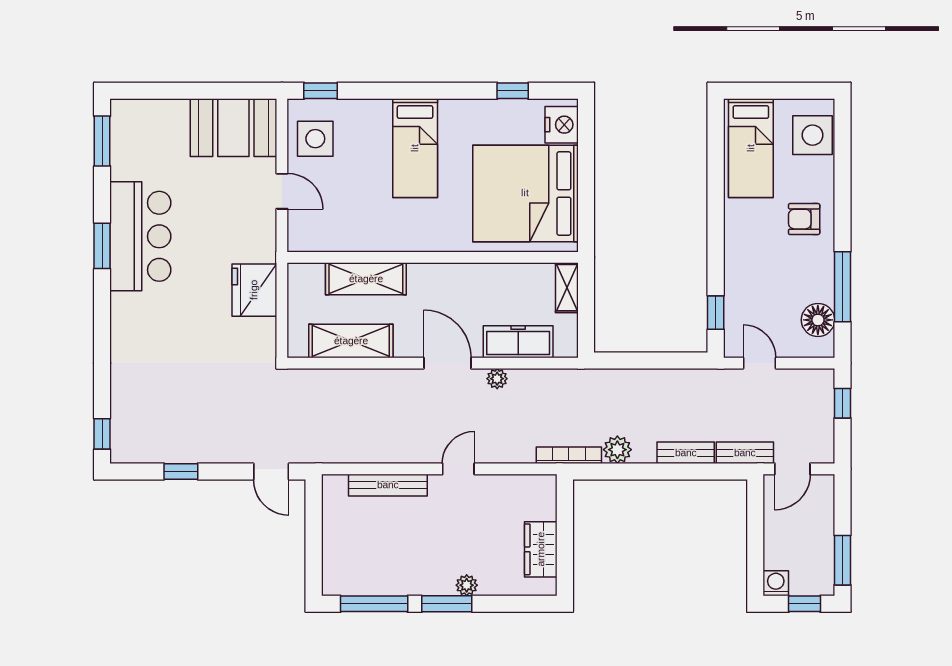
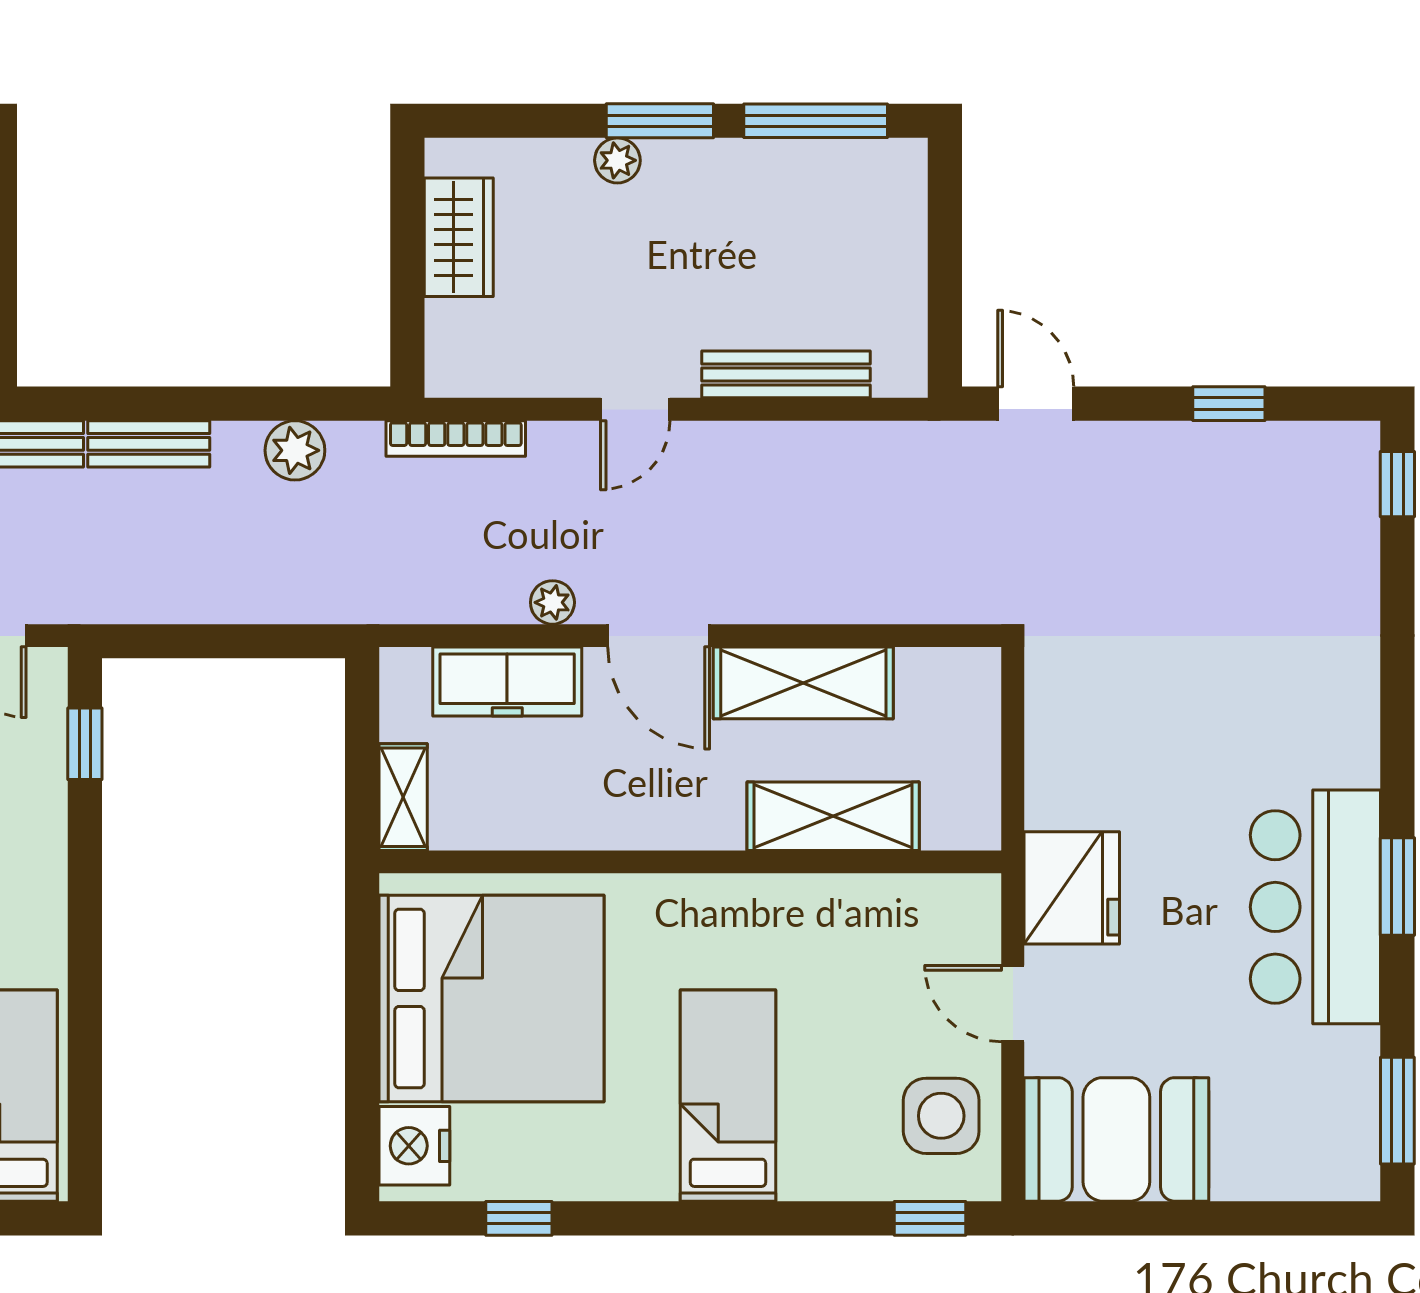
fridge: (254, 290) -> (1072, 888), moved
shelving: (351, 341) -> (803, 683), moved
bookcase: (569, 455) -> (456, 438), moved

